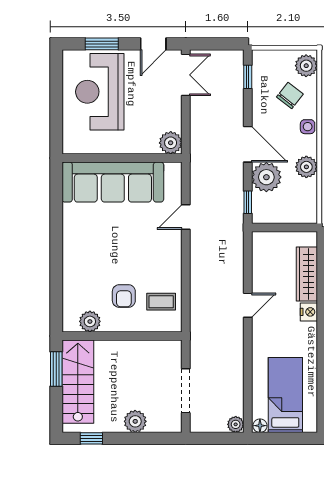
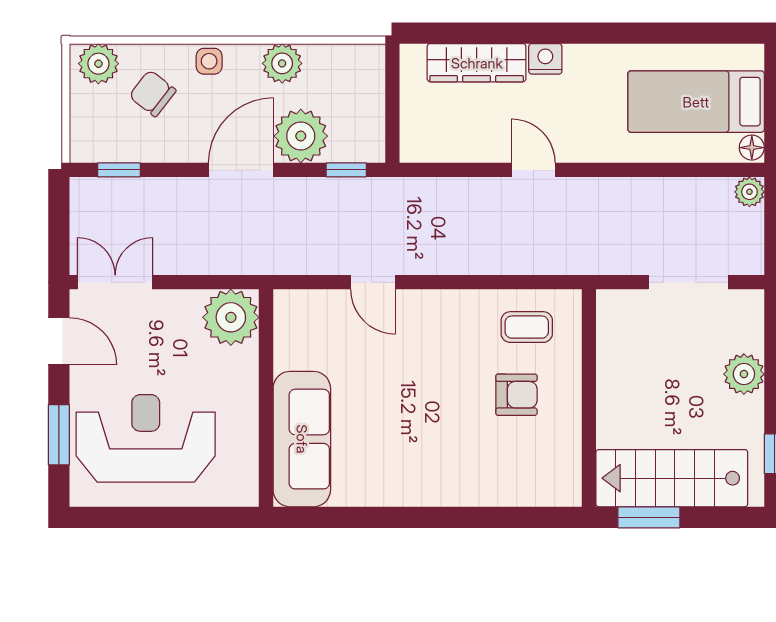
reception desk: (100, 92) -> (146, 438), turned 180
plant: (171, 143) -> (231, 317), width x1.36, depth x1.36
sofa: (113, 182) -> (302, 439), width x0.74, depth x0.79
coffee table: (161, 302) -> (527, 327), turned 90
plant: (90, 321) -> (563, 456), removed

